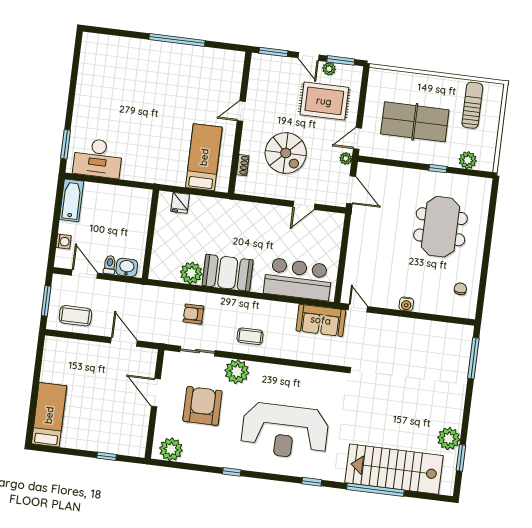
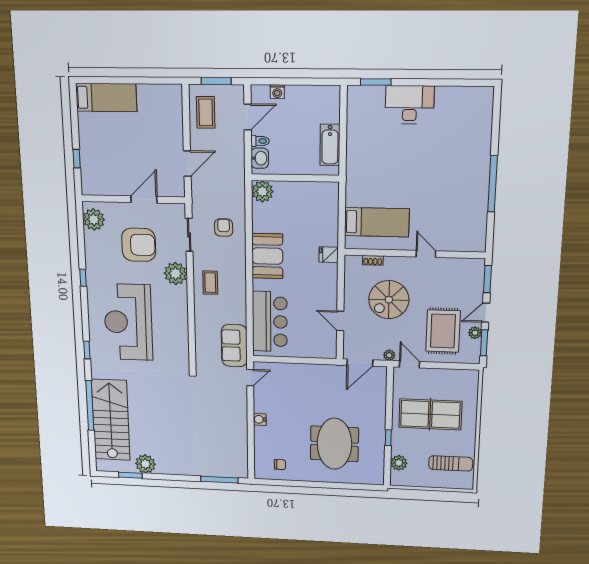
table tennis table: (415, 122) -> (430, 414), turned 90
desk: (98, 158) -> (410, 105), moved, turned 90
bathtub: (72, 200) -> (330, 145), moved, turned 90
fridge: (180, 203) -> (329, 255), moved
meeting table: (441, 227) -> (334, 444), turned 90
plant: (191, 273) -> (262, 191), moved

